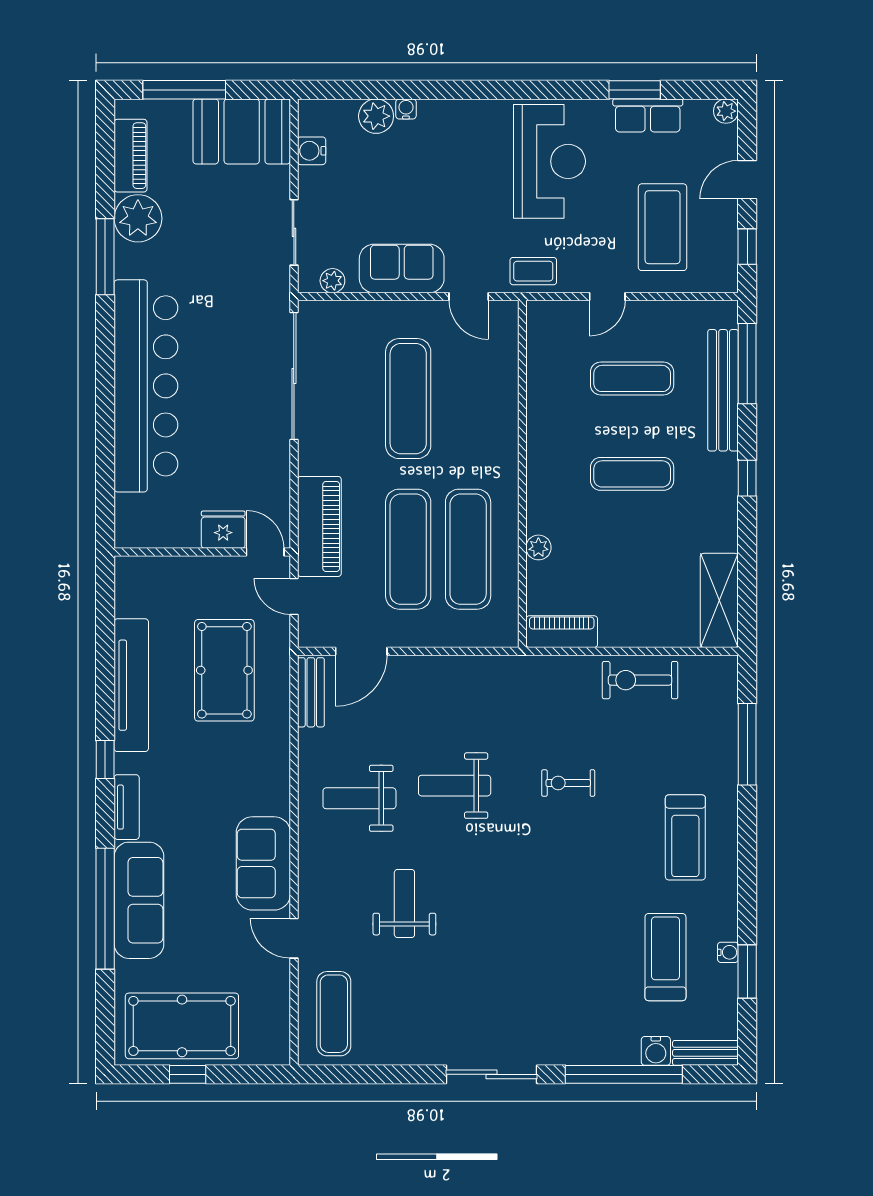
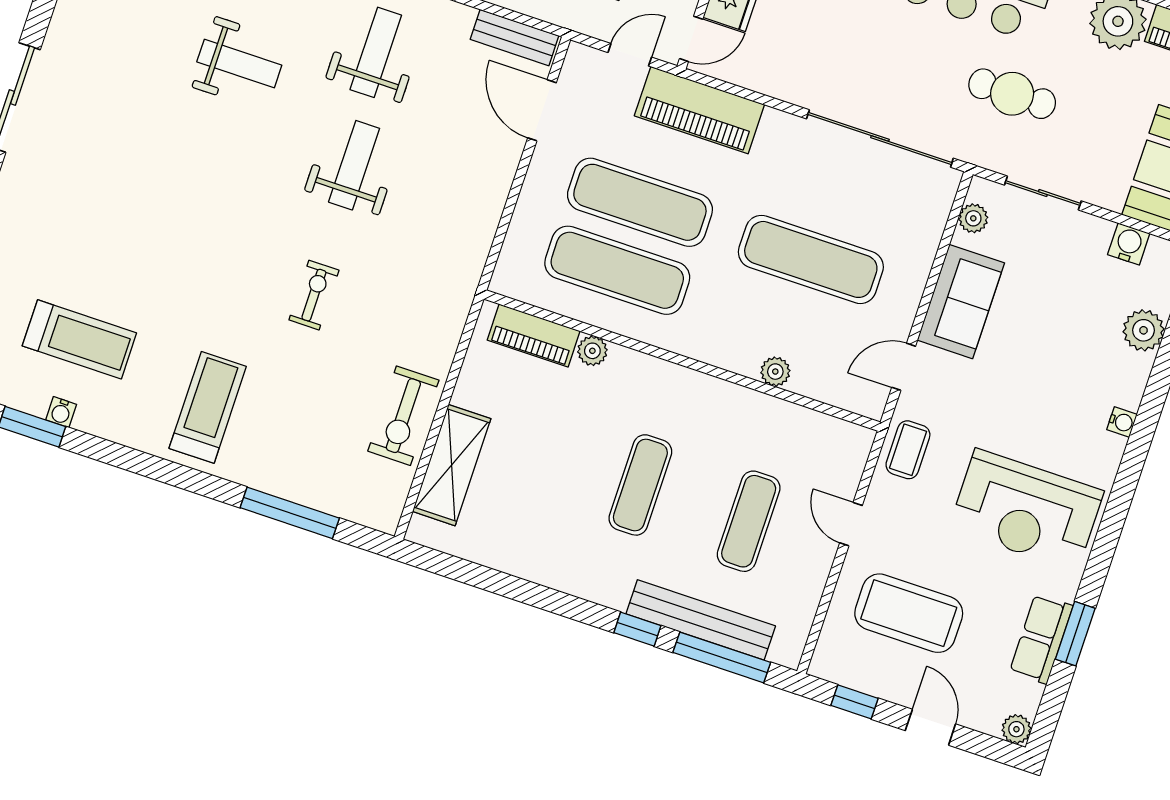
water cooler: (406, 109) -> (1122, 422), moved
cafe table: (223, 283) -> (1012, 94), added
plant: (506, 397) -> (775, 372), added
window: (747, 478) -> (637, 629), moved
shelving: (719, 600) -> (452, 465), moved, turned 90
piano: (562, 632) -> (534, 336), moved, turned 90
exercise bike: (640, 680) -> (403, 416), turned 180
treadmill: (685, 837) -> (208, 407), turned 90

